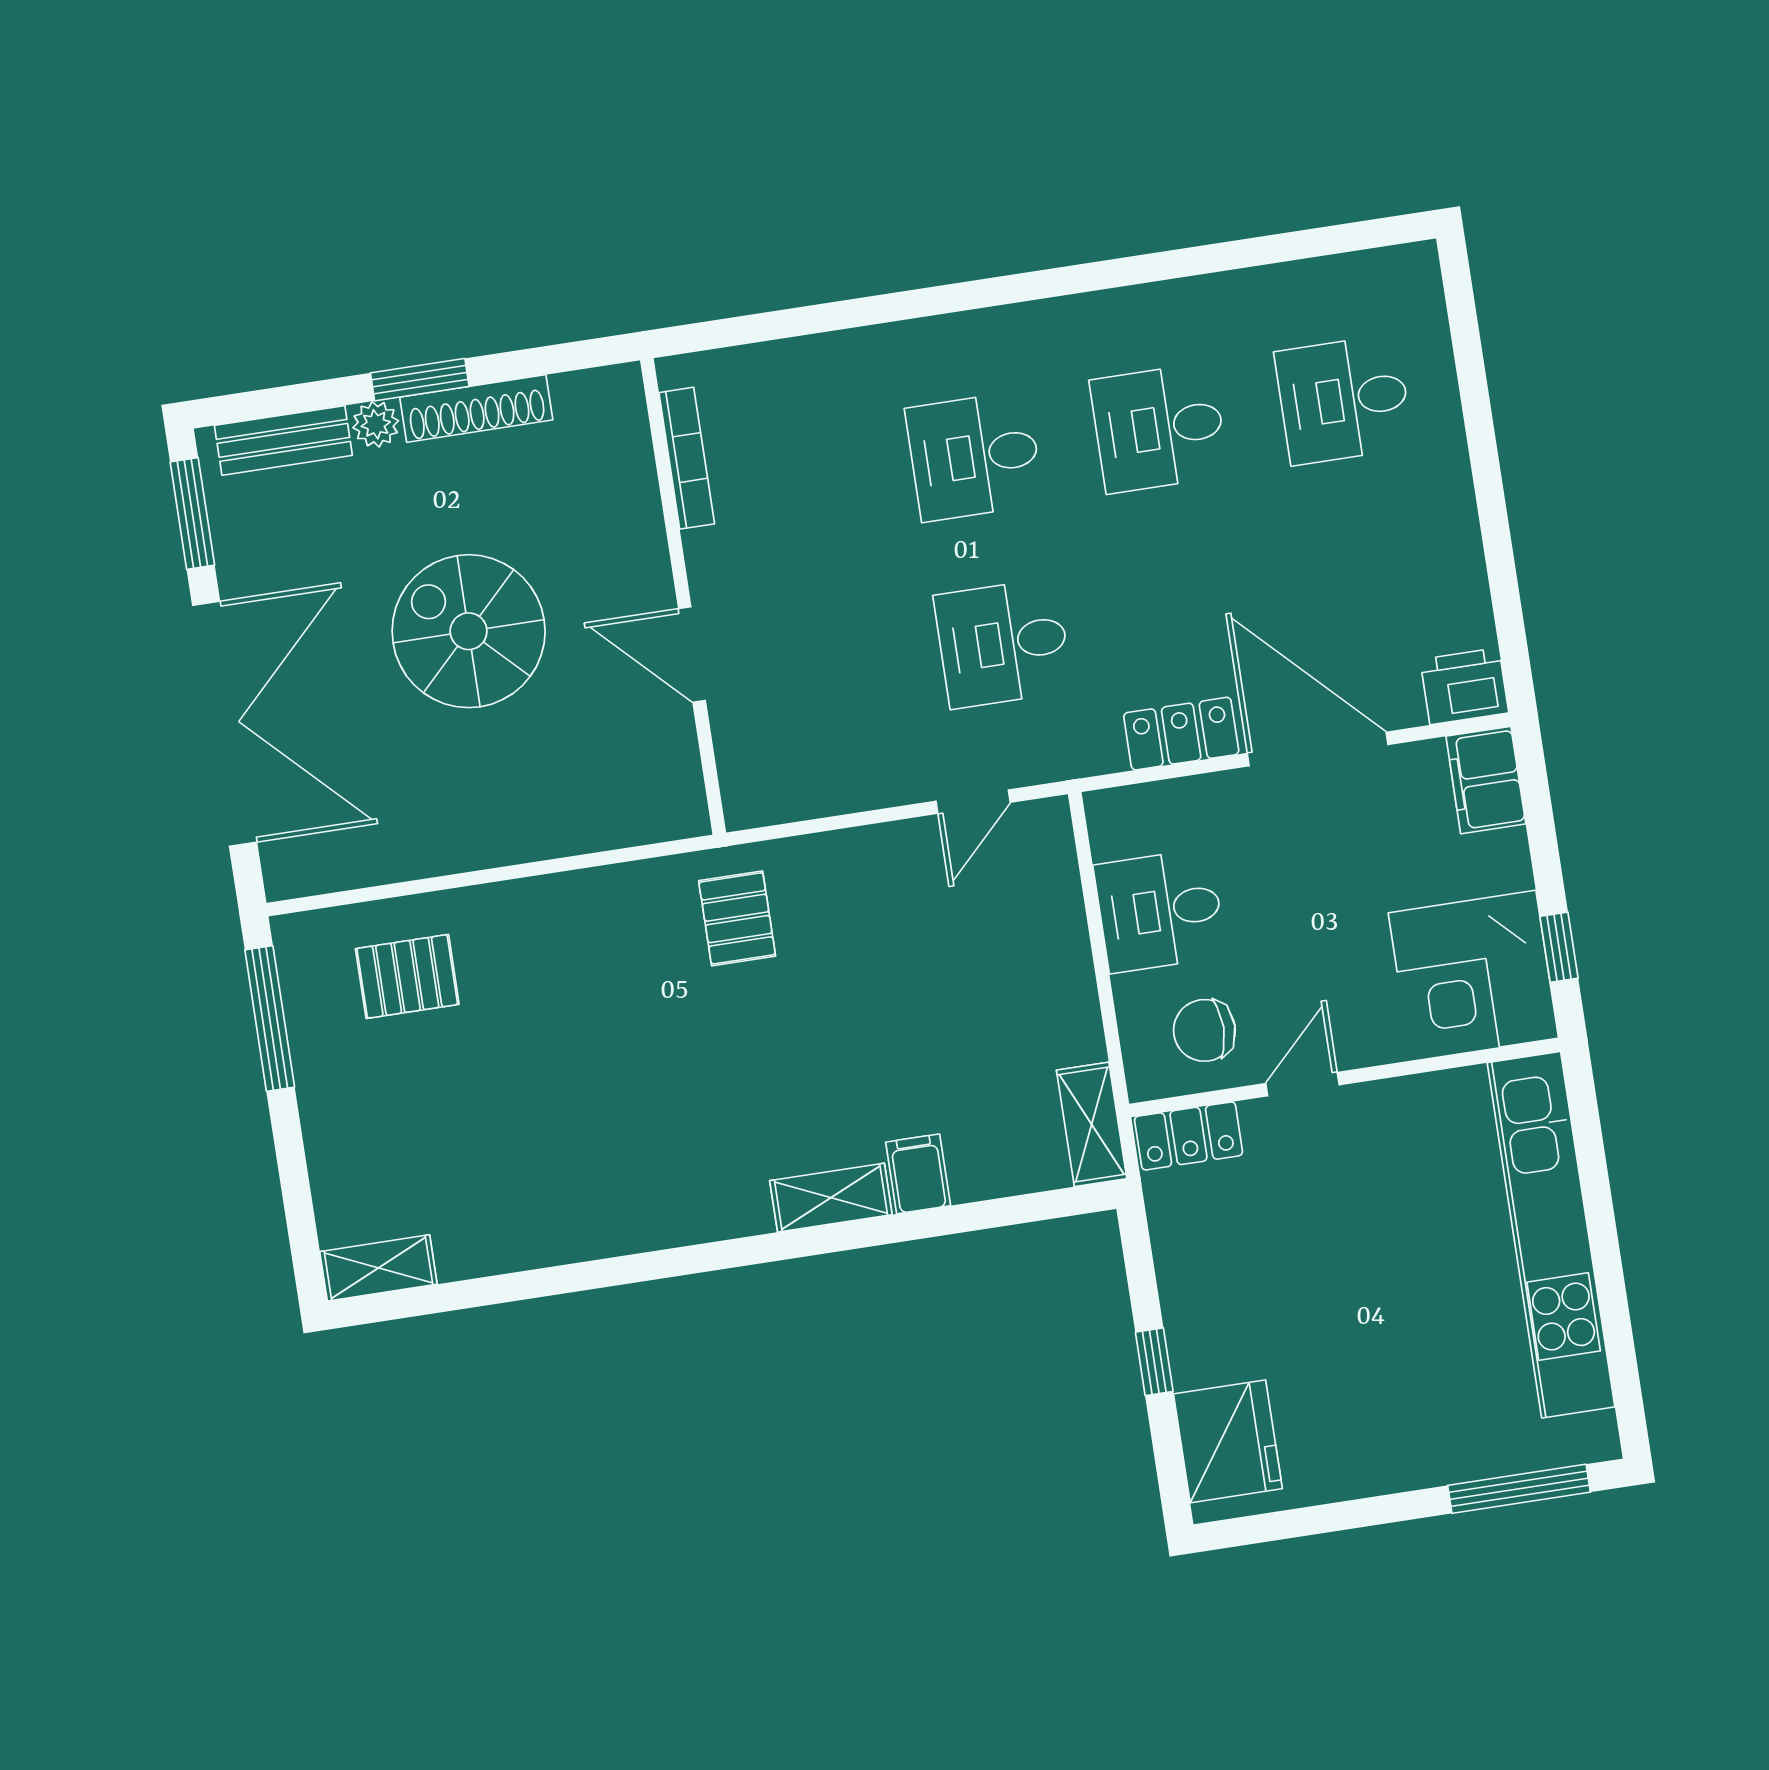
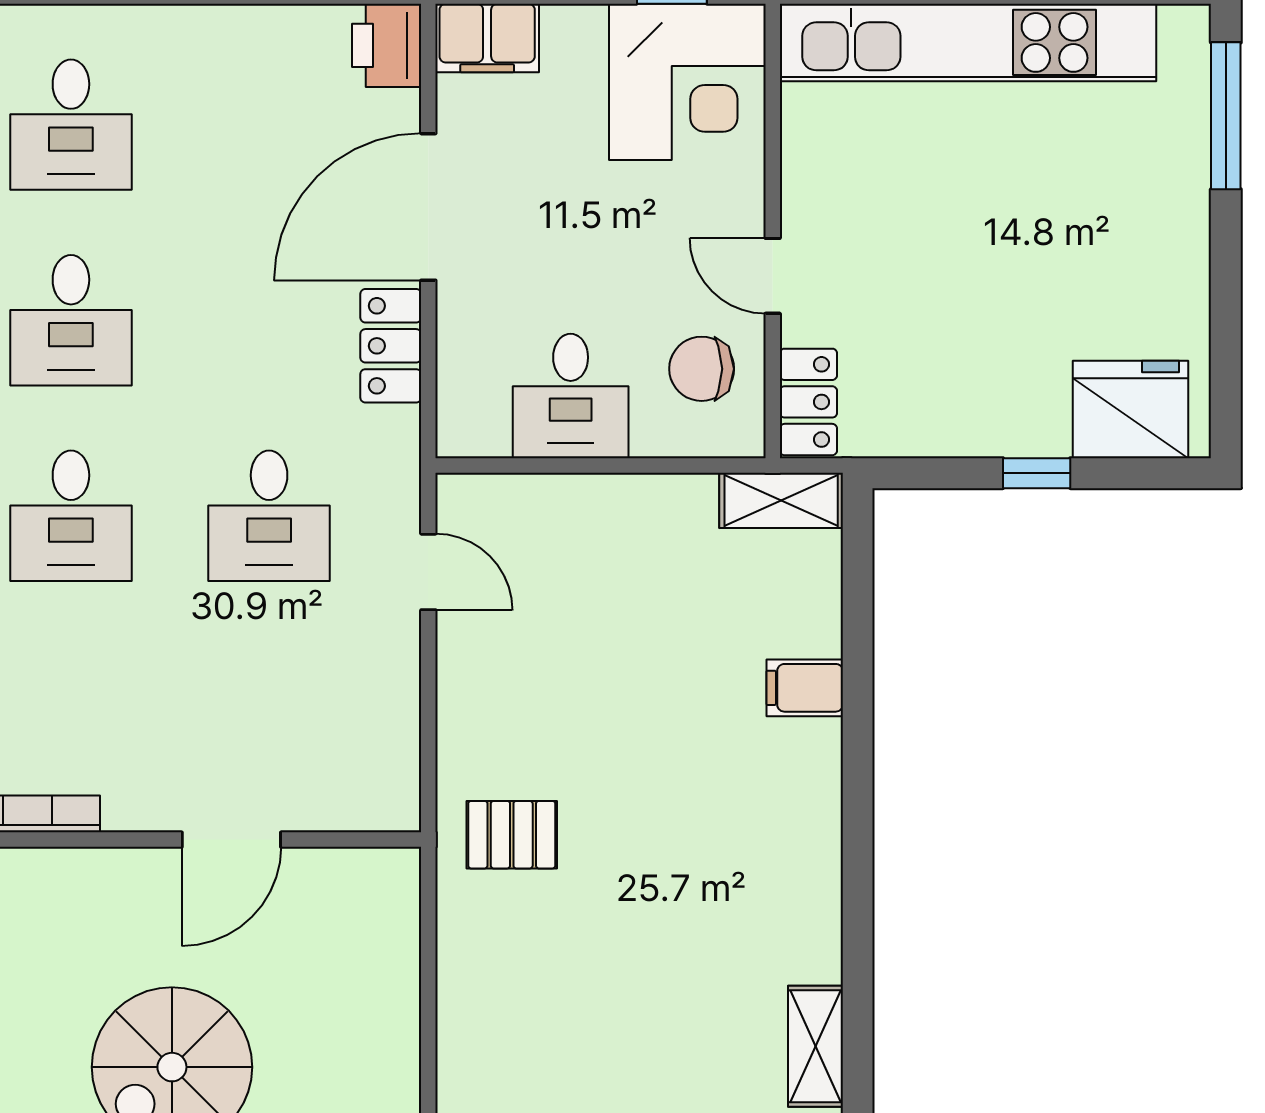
chair: (1204, 1030) -> (702, 369), turned 90
shelving: (831, 1198) -> (815, 1046), moved

